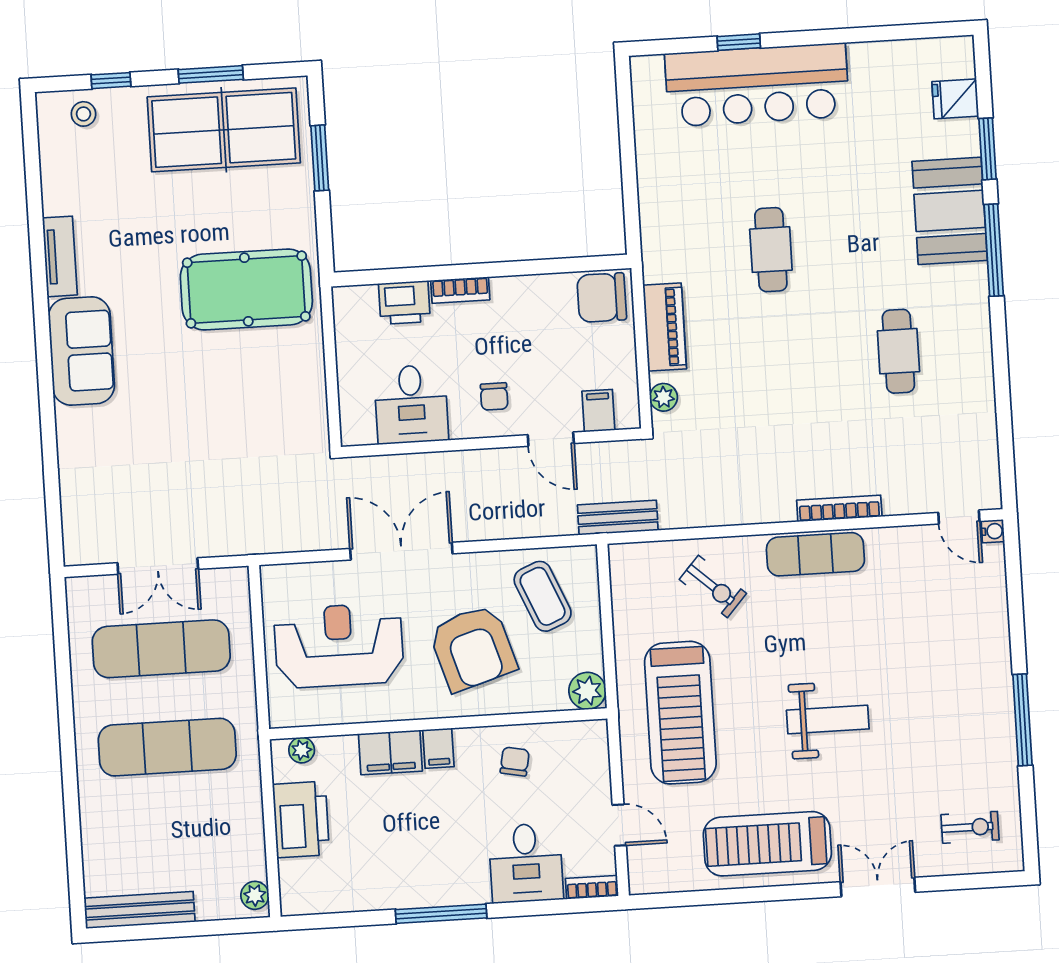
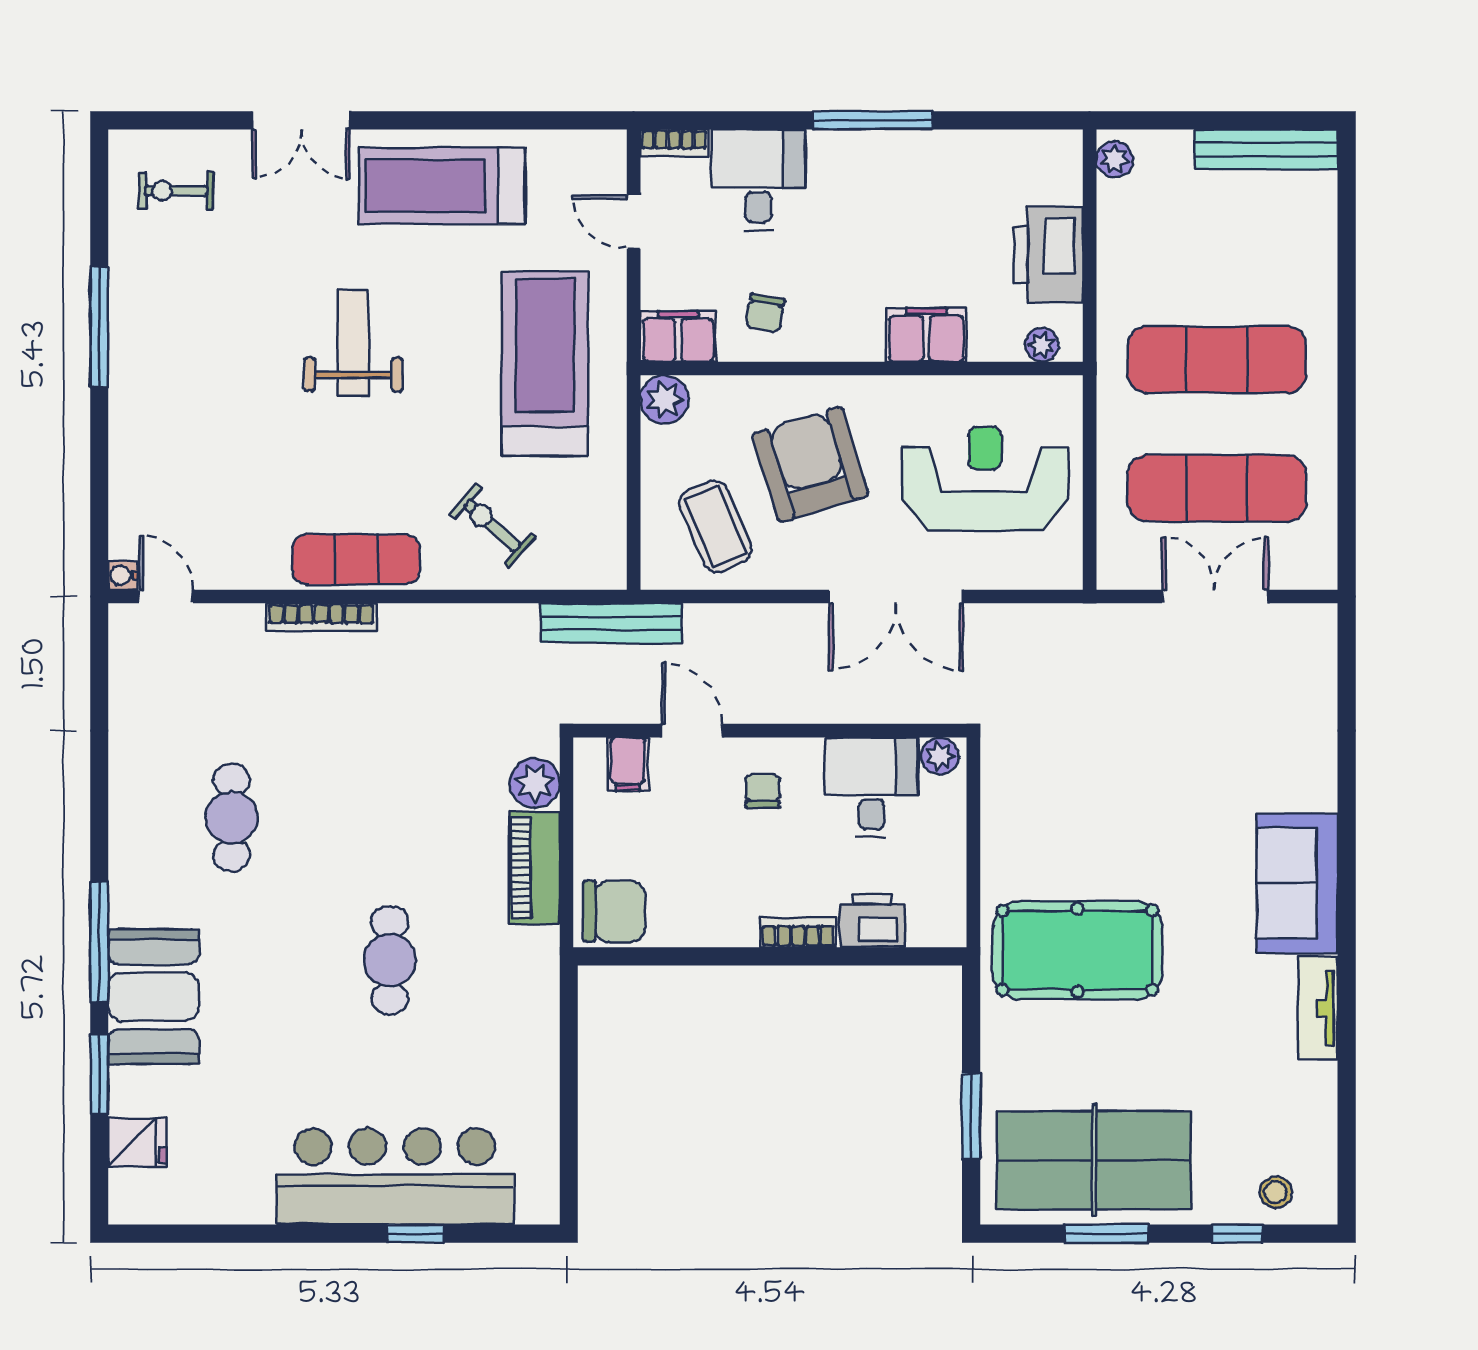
plant: (664, 397) -> (535, 783), width x1.38, depth x1.38
plant: (360, 431) -> (940, 756), added
bench: (618, 518) -> (611, 623), width x1.36
reception desk: (339, 645) -> (985, 478), turned 180
weight bench: (828, 720) -> (353, 343), turned 90
filing cabinet: (438, 748) -> (678, 336), moved, width x2.00
treadmill: (767, 844) -> (442, 186), turned 180

